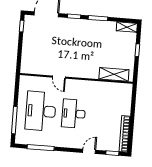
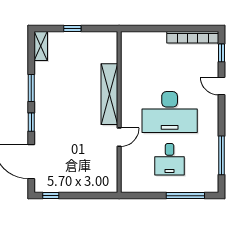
shelving: (114, 74) -> (109, 94), moved, width x1.47
desk: (41, 111) -> (170, 159), width x0.53, depth x0.77
desk: (74, 114) -> (170, 112), width x1.36, depth x1.30

